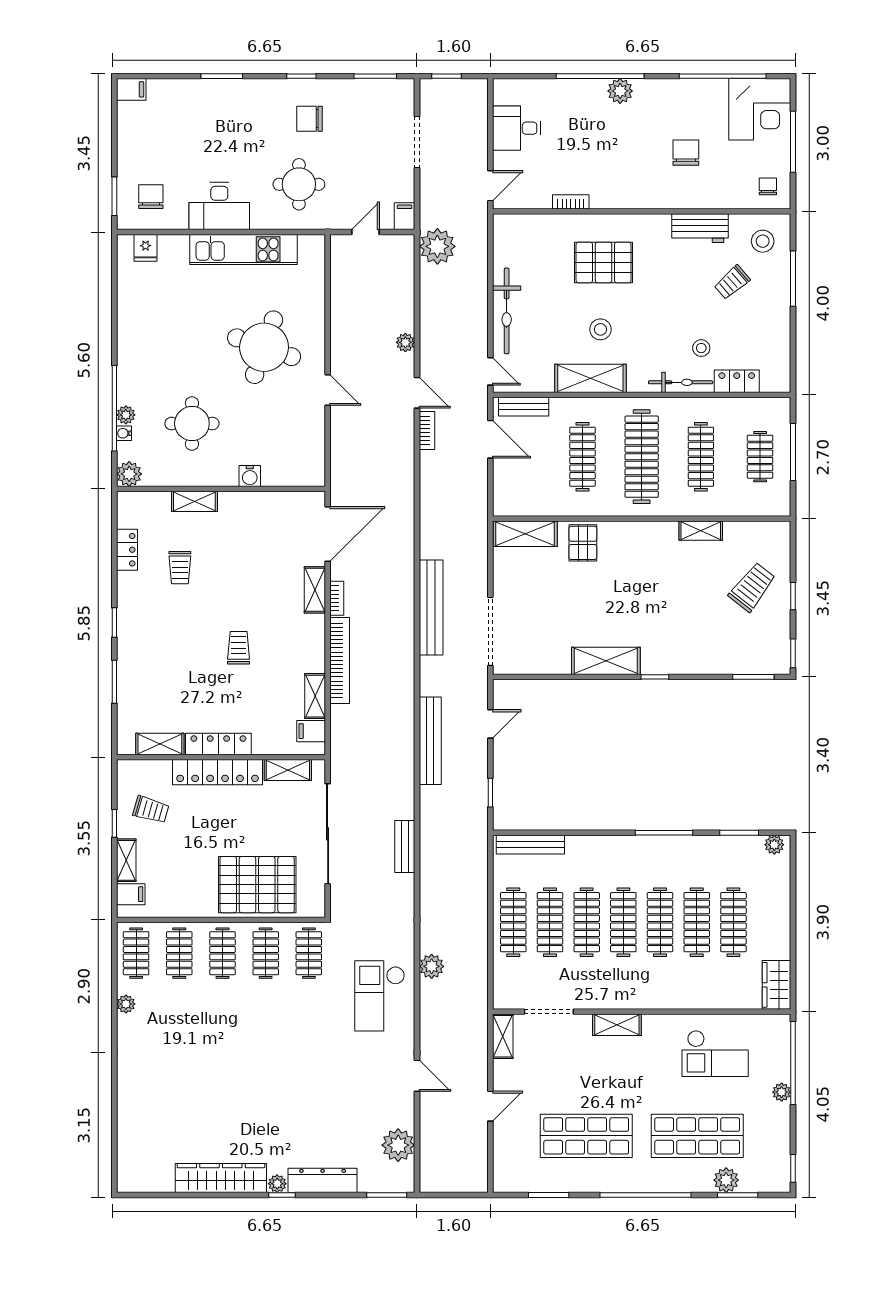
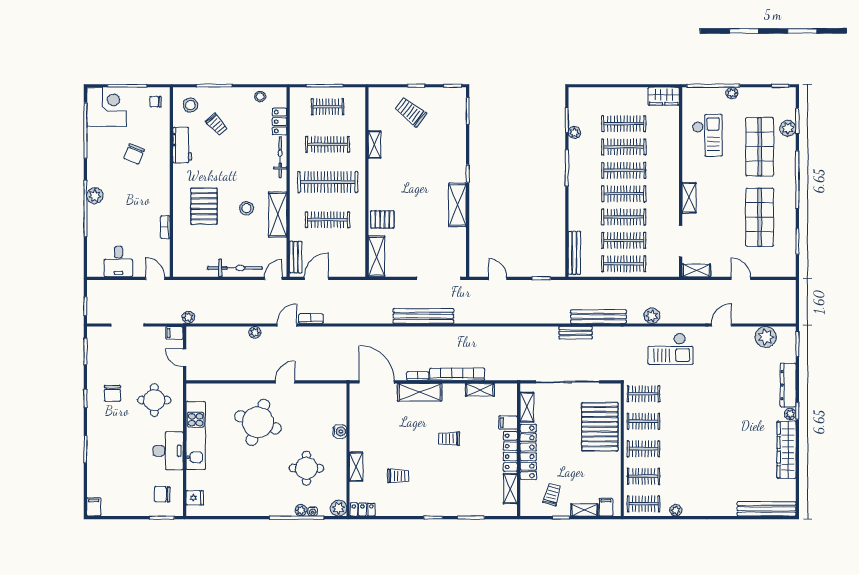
chair: (686, 153) -> (134, 154), turned -68
plant: (437, 246) -> (188, 317), width x0.53, depth x0.53
stool: (701, 348) -> (260, 96), moved
locker: (127, 550) -> (363, 510), moved
shelving: (315, 590) -> (420, 392), width x1.50, depth x1.33
filing cabinet: (311, 731) -> (508, 423), moved, turned 90
bench: (430, 741) -> (598, 317), moved
plant: (774, 845) -> (574, 133), moved
bench: (128, 1147) -> (766, 509), added

